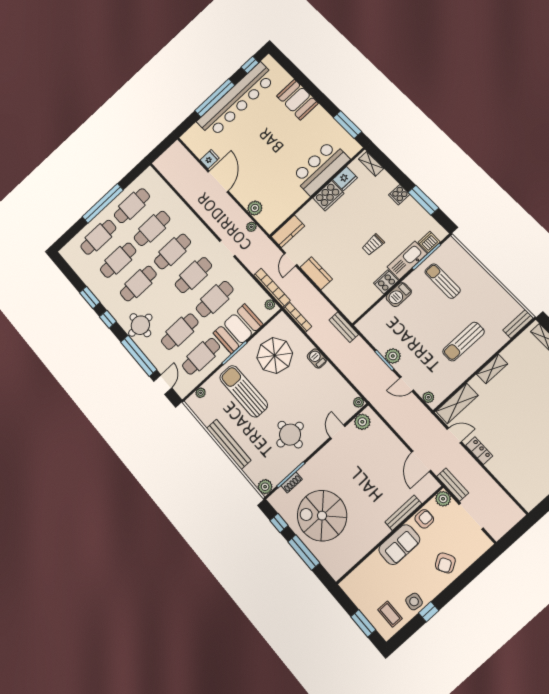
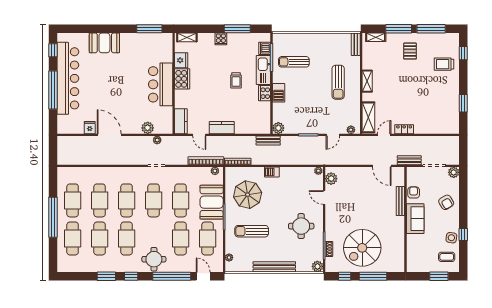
bar counter: (321, 168) -> (161, 84), moved
plant: (393, 356) -> (278, 128), moved
sun lounger: (244, 391) -> (252, 231), width x0.73, depth x0.75
plant: (443, 499) -> (454, 172), moved

